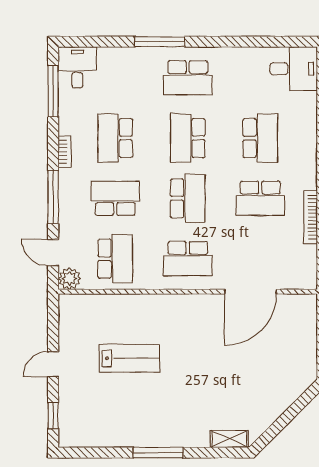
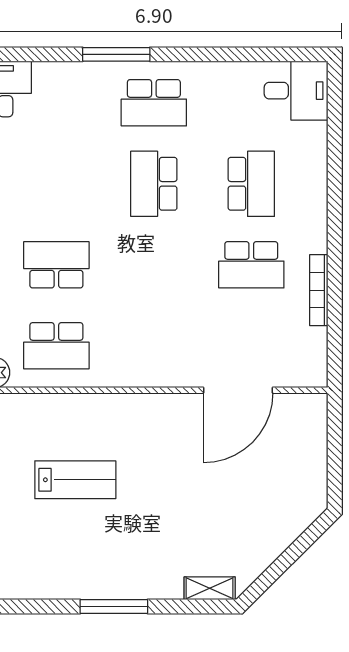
school desk: (115, 138) -> (56, 184), removed
school desk: (188, 198) -> (154, 265), removed
school desk: (115, 259) -> (56, 346), turned 90
school desk: (188, 259) -> (154, 346), removed

